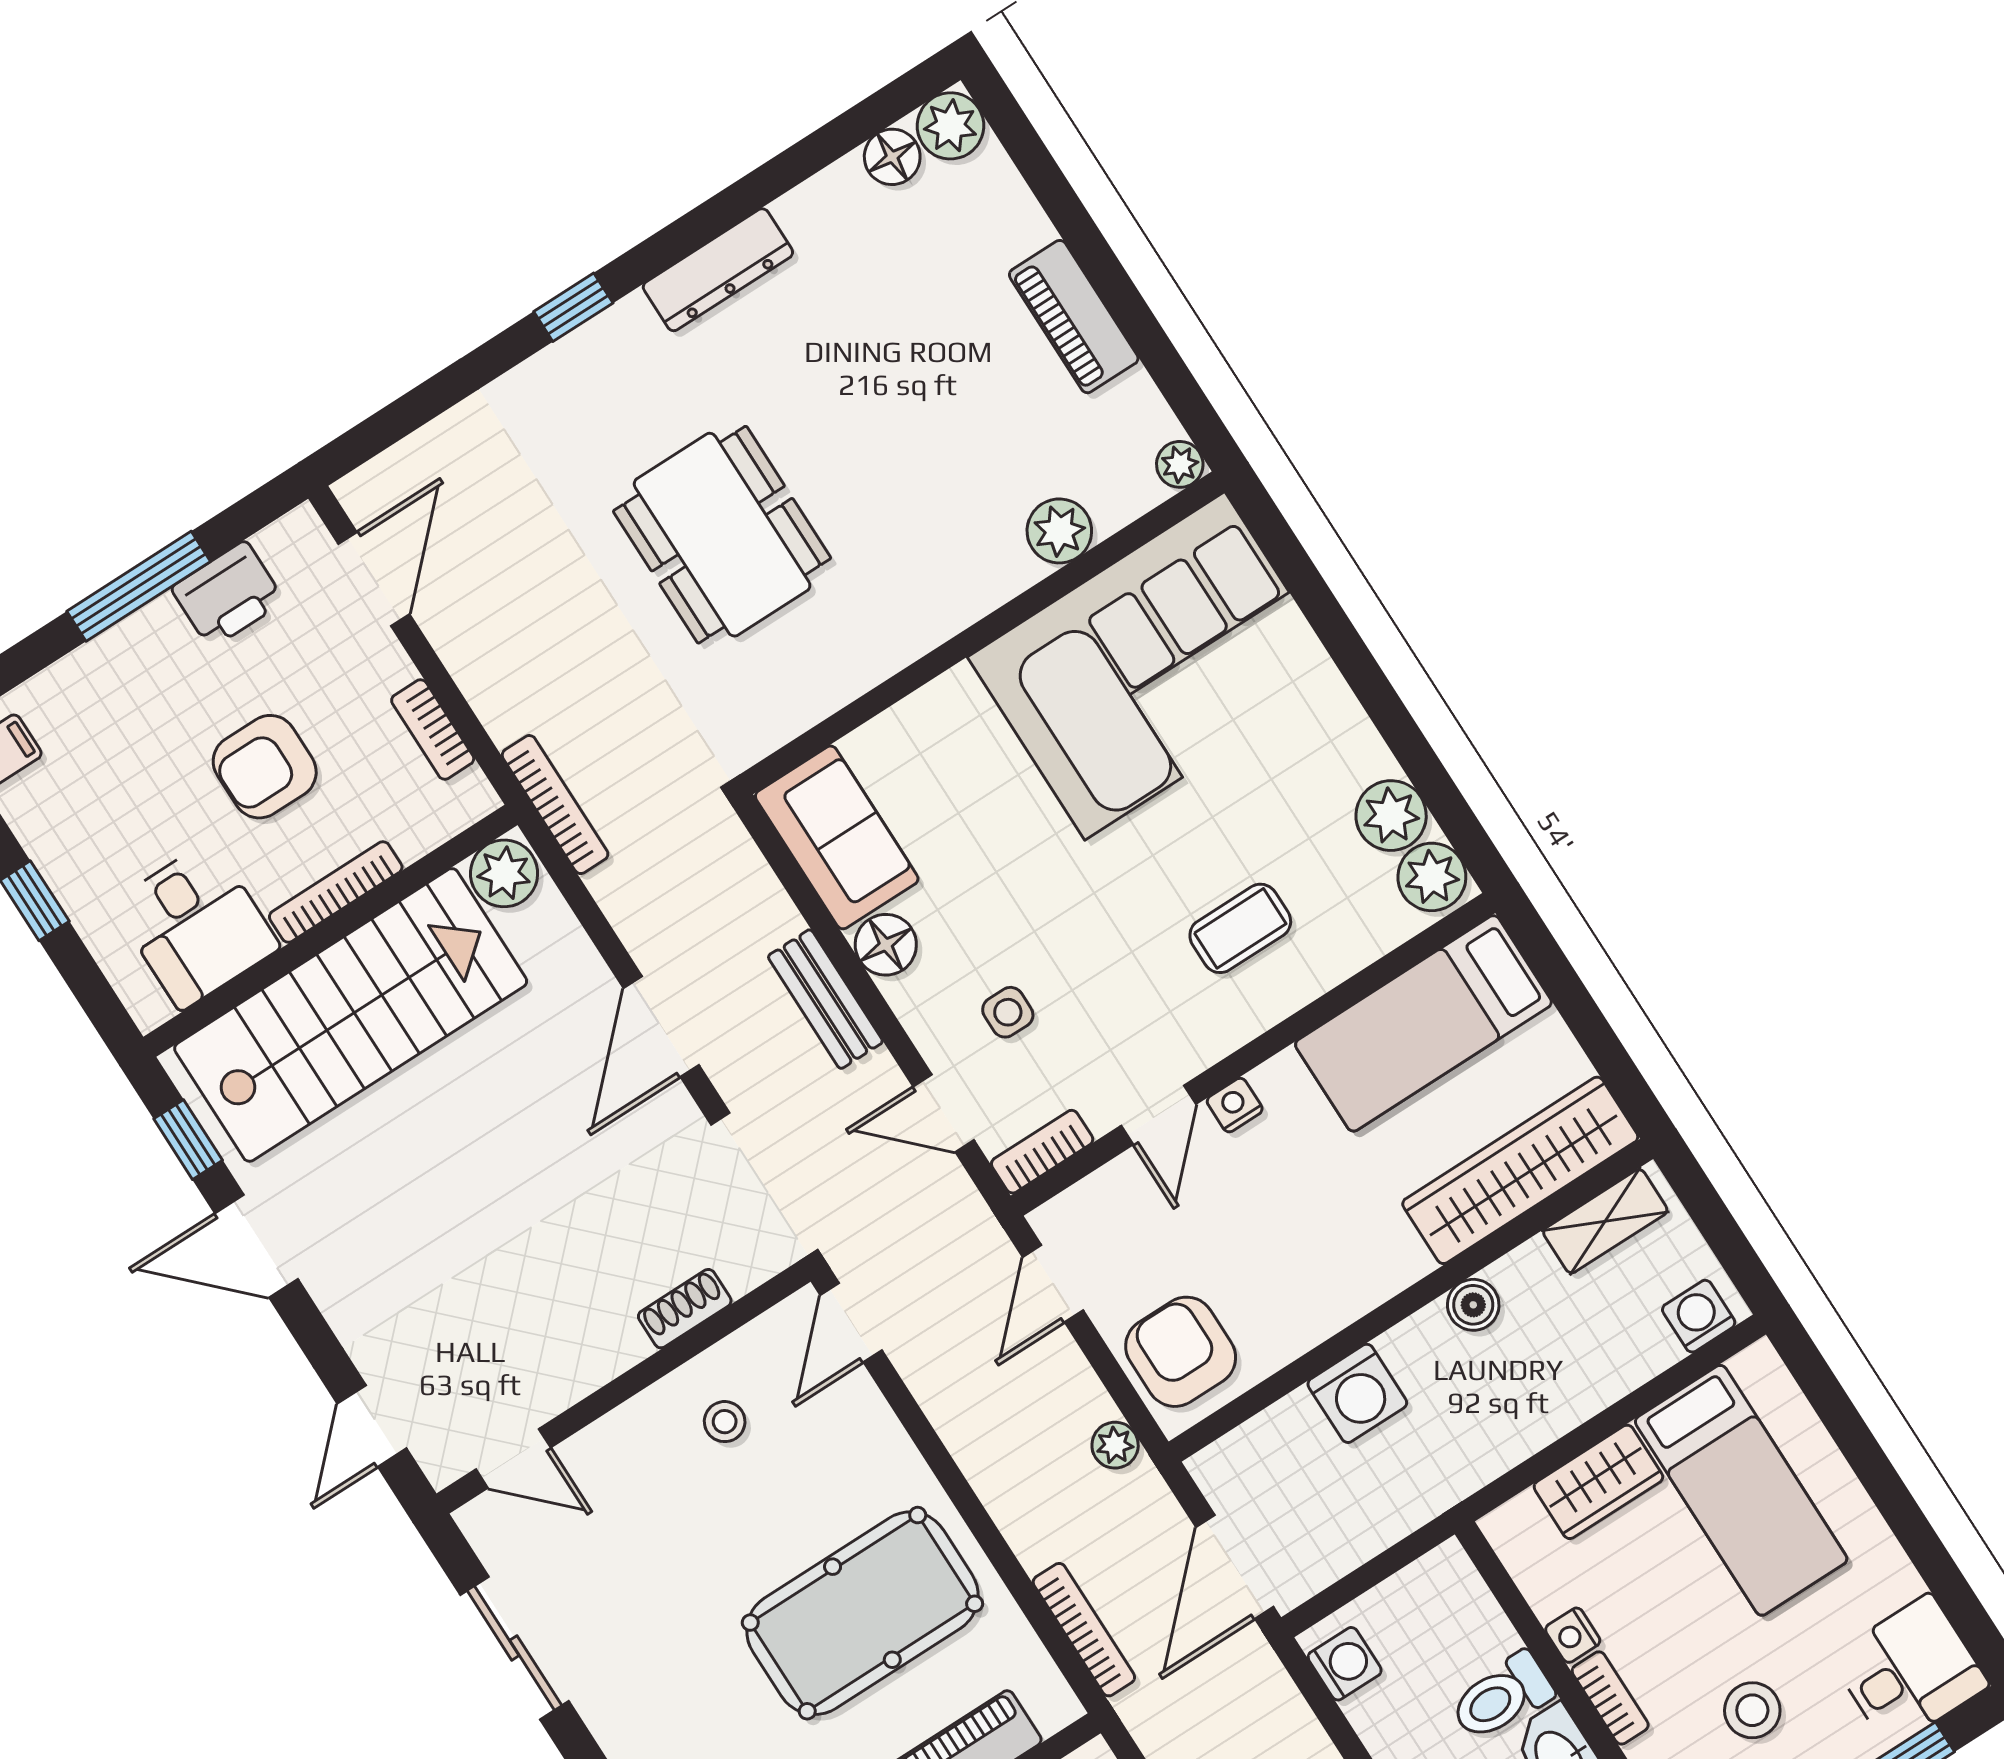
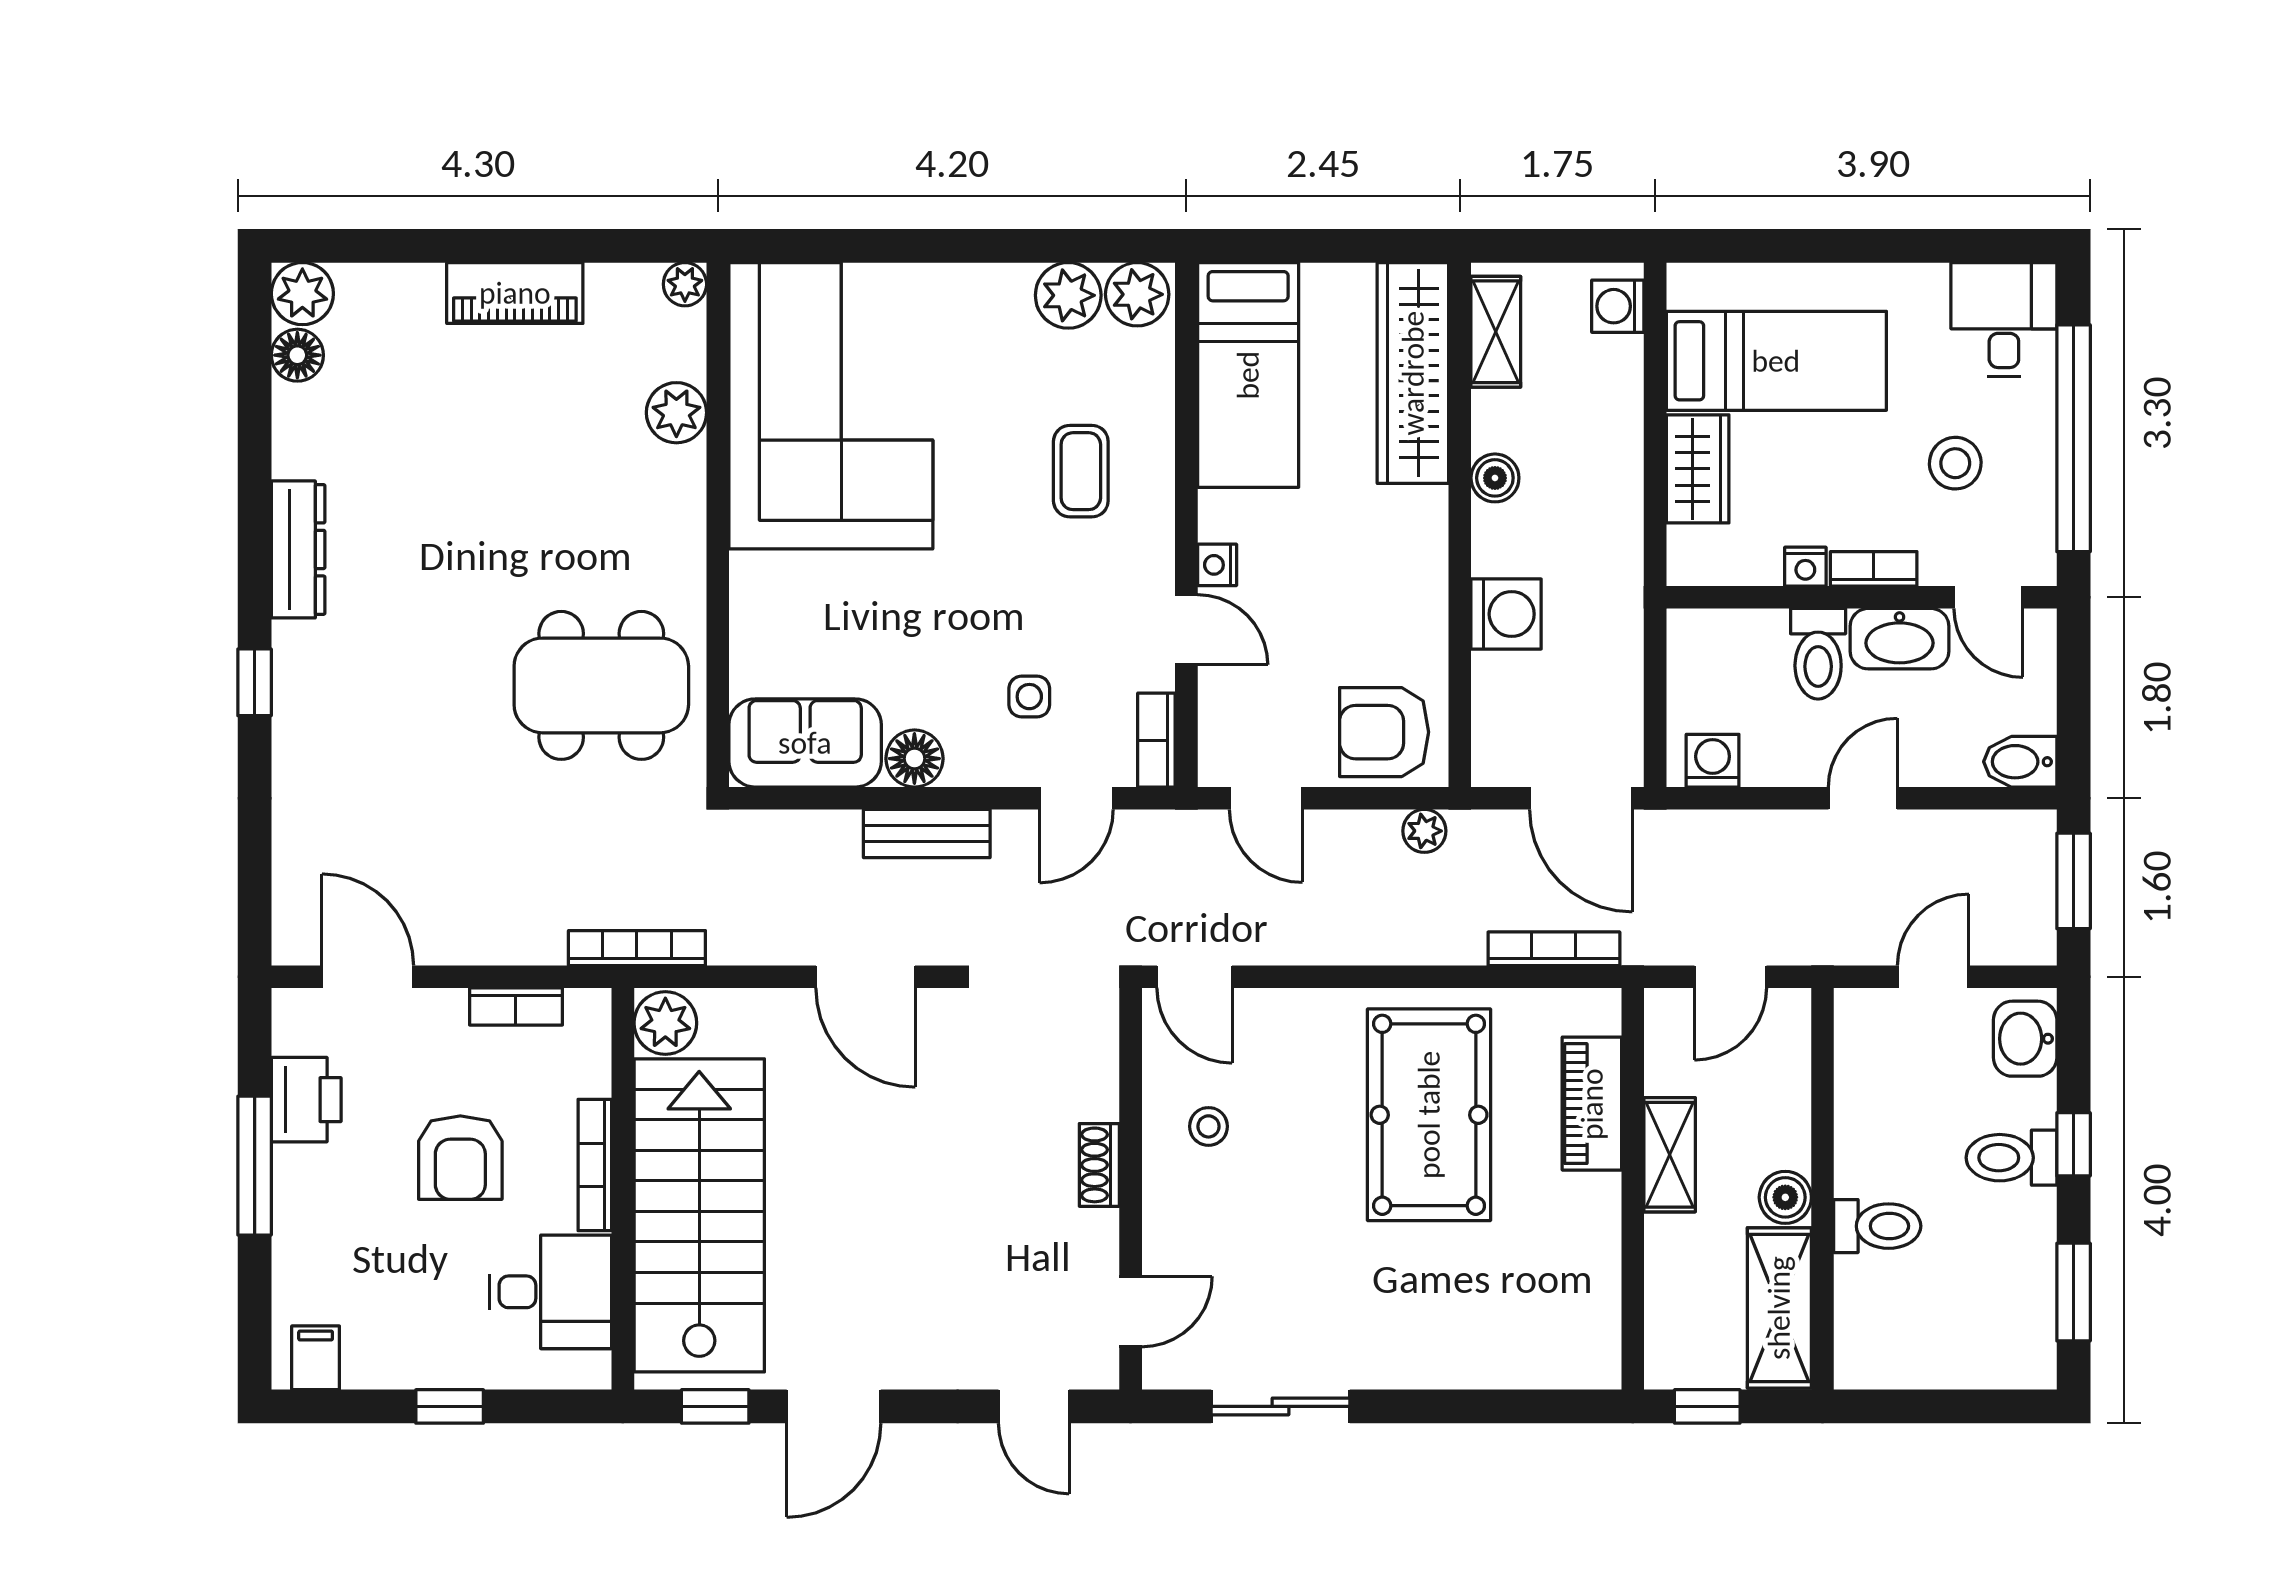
dining table: (722, 535) -> (601, 685), moved
shoe rack: (685, 1309) -> (1099, 1165), moved

